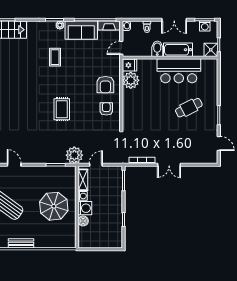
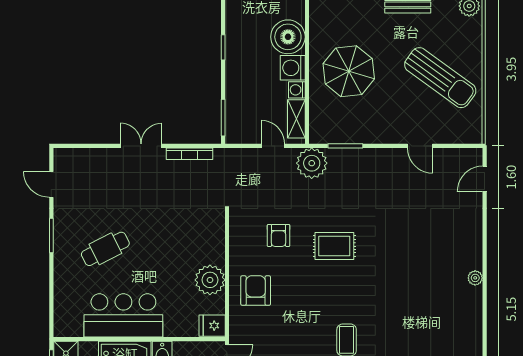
plant: (131, 80) -> (210, 280), moved
rug: (62, 109) -> (334, 246), turned 90
armchair: (106, 109) -> (279, 235), moved
door: (96, 165) -> (273, 146), swing flipped
boiler: (83, 221) -> (288, 37), width x1.86, depth x1.86

